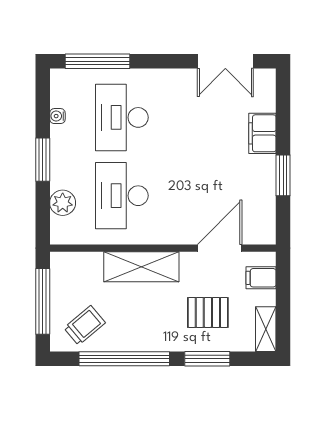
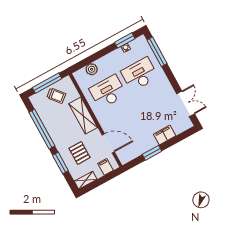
double door: (225, 61) -> (186, 104), swing flipped
window: (43, 160) -> (125, 40), moved
trolley: (85, 325) -> (56, 96), moved

